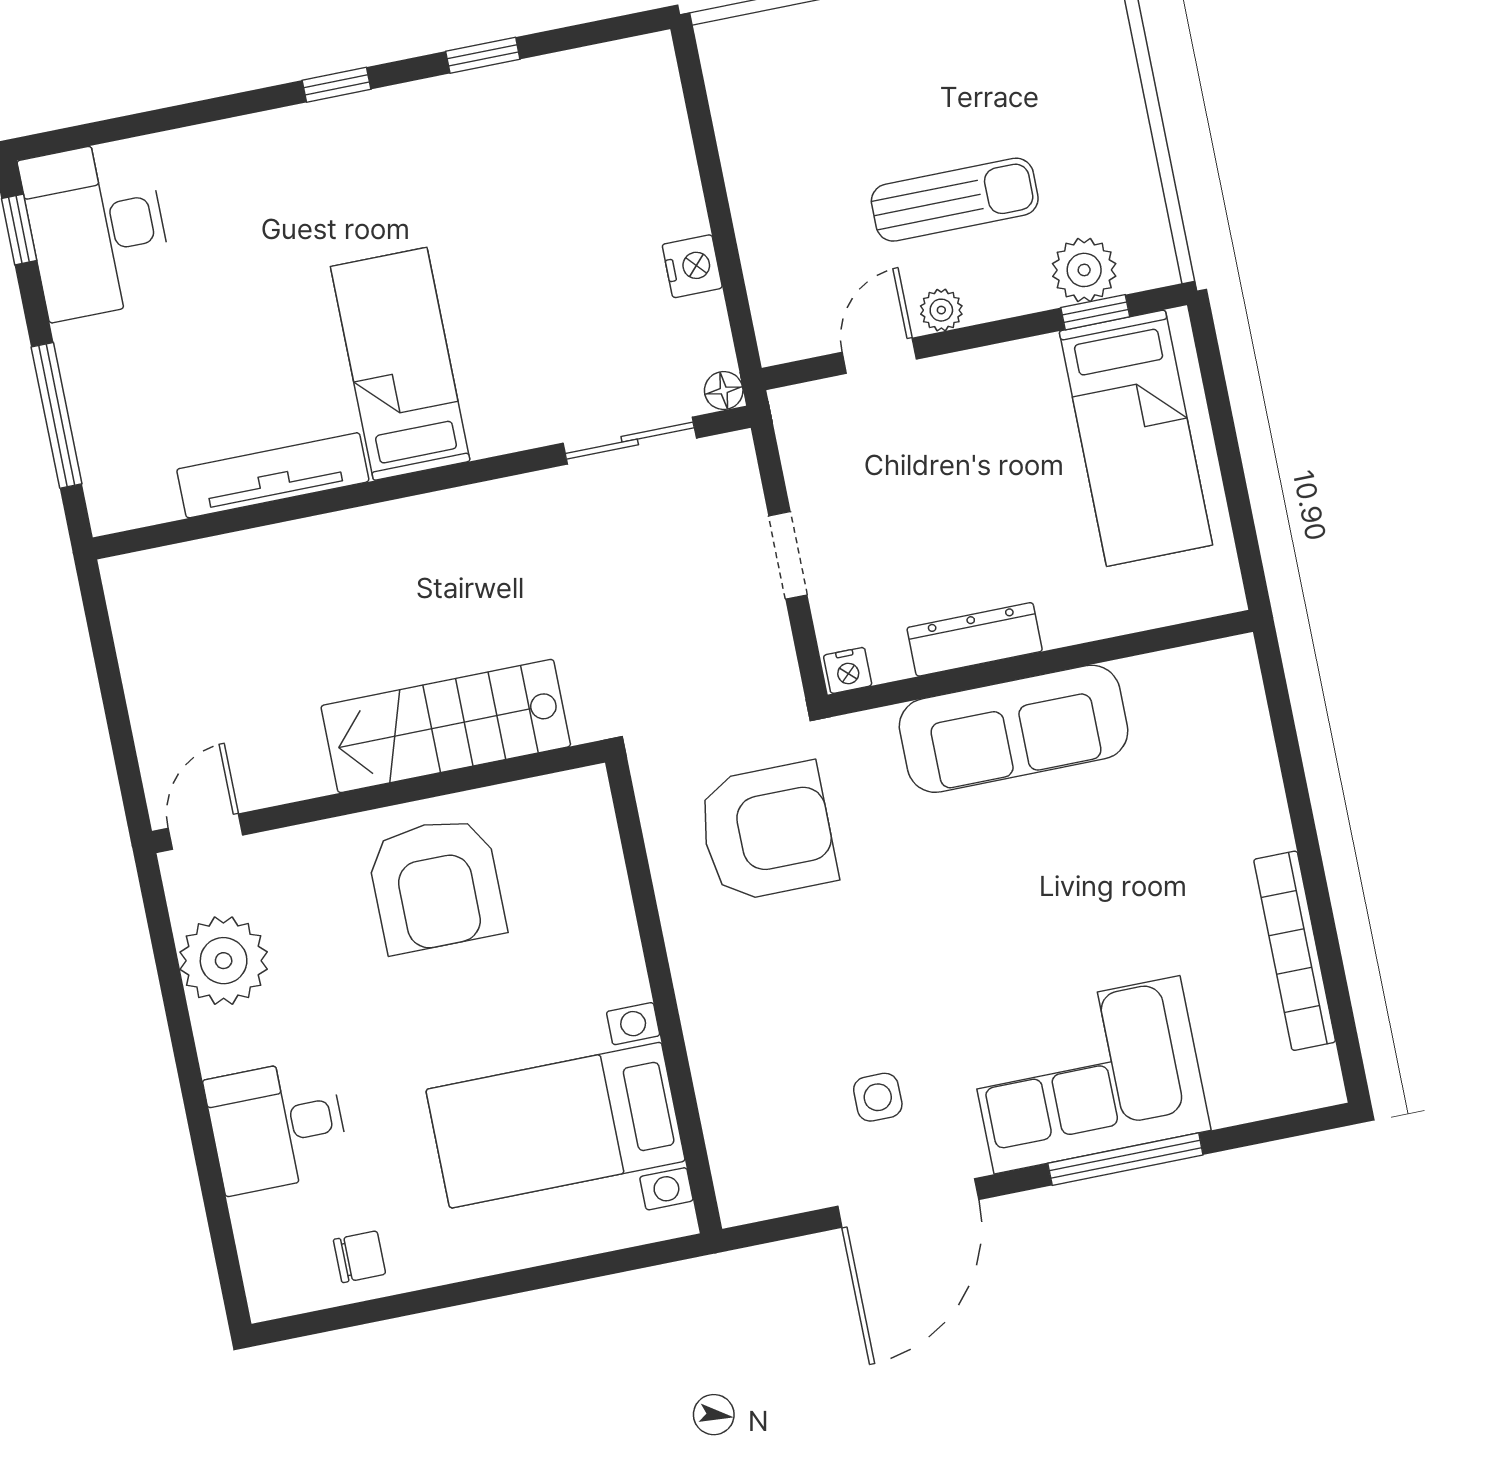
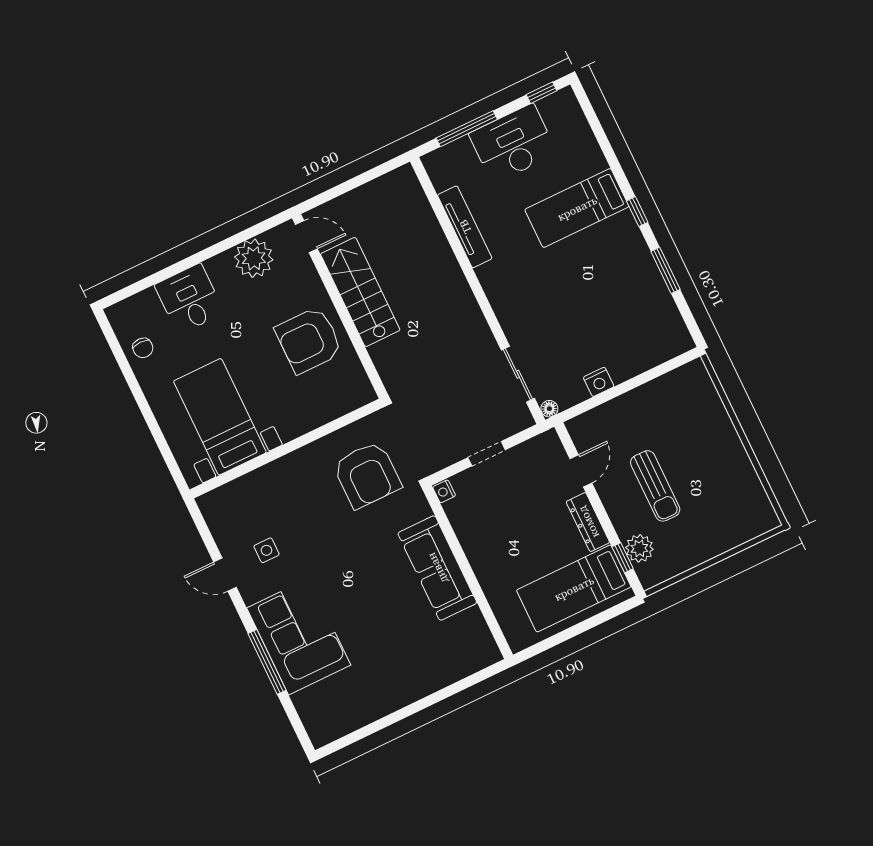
window: (483, 55) -> (665, 270), width x1.50
desk: (97, 229) -> (513, 144), moved
plant: (941, 310) -> (607, 492), removed
door: (879, 356) -> (581, 471), hinge flipped
bed: (400, 364) -> (577, 208), moved, turned 180
dresser: (975, 639) -> (588, 522), moved, turned 180
stairs: (446, 726) -> (360, 292), moved
bookcase: (1295, 951) -> (374, 711), removed
door: (908, 1203) -> (225, 575), width x0.53

